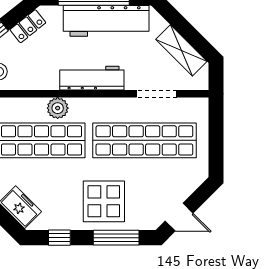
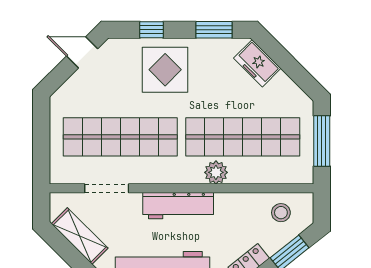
window: (59, 238) -> (214, 30), width x1.50
window: (116, 238) -> (152, 30), width x0.46

